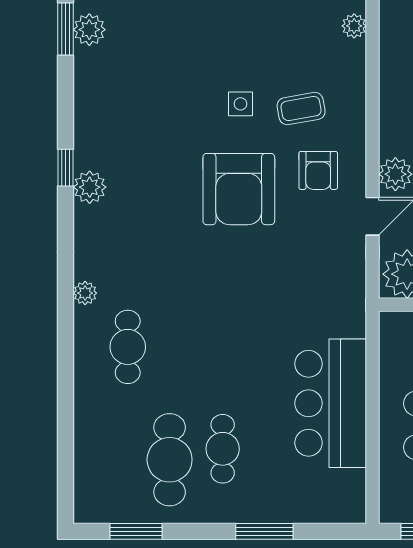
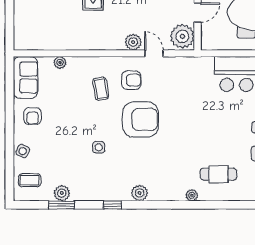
side table: (240, 104) -> (99, 147), moved
window: (66, 168) -> (113, 205), moved

